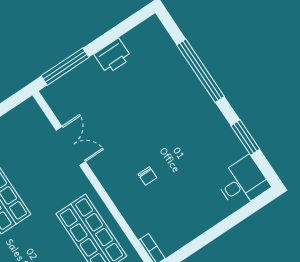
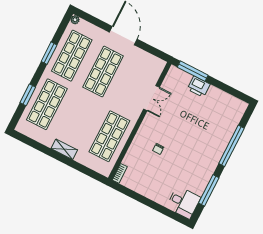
printer: (113, 56) -> (199, 87), moved
window: (245, 138) -> (209, 190), width x1.44

